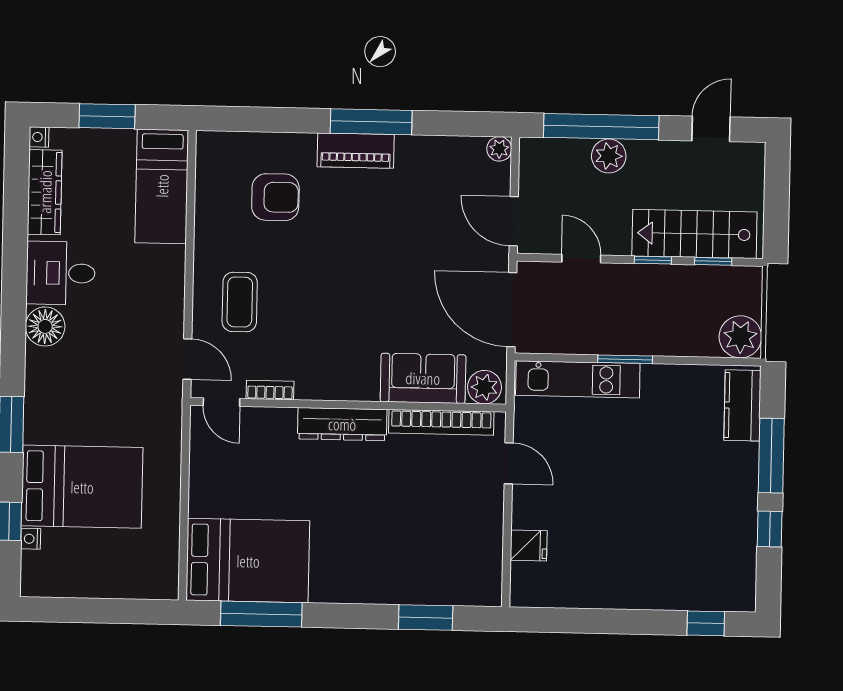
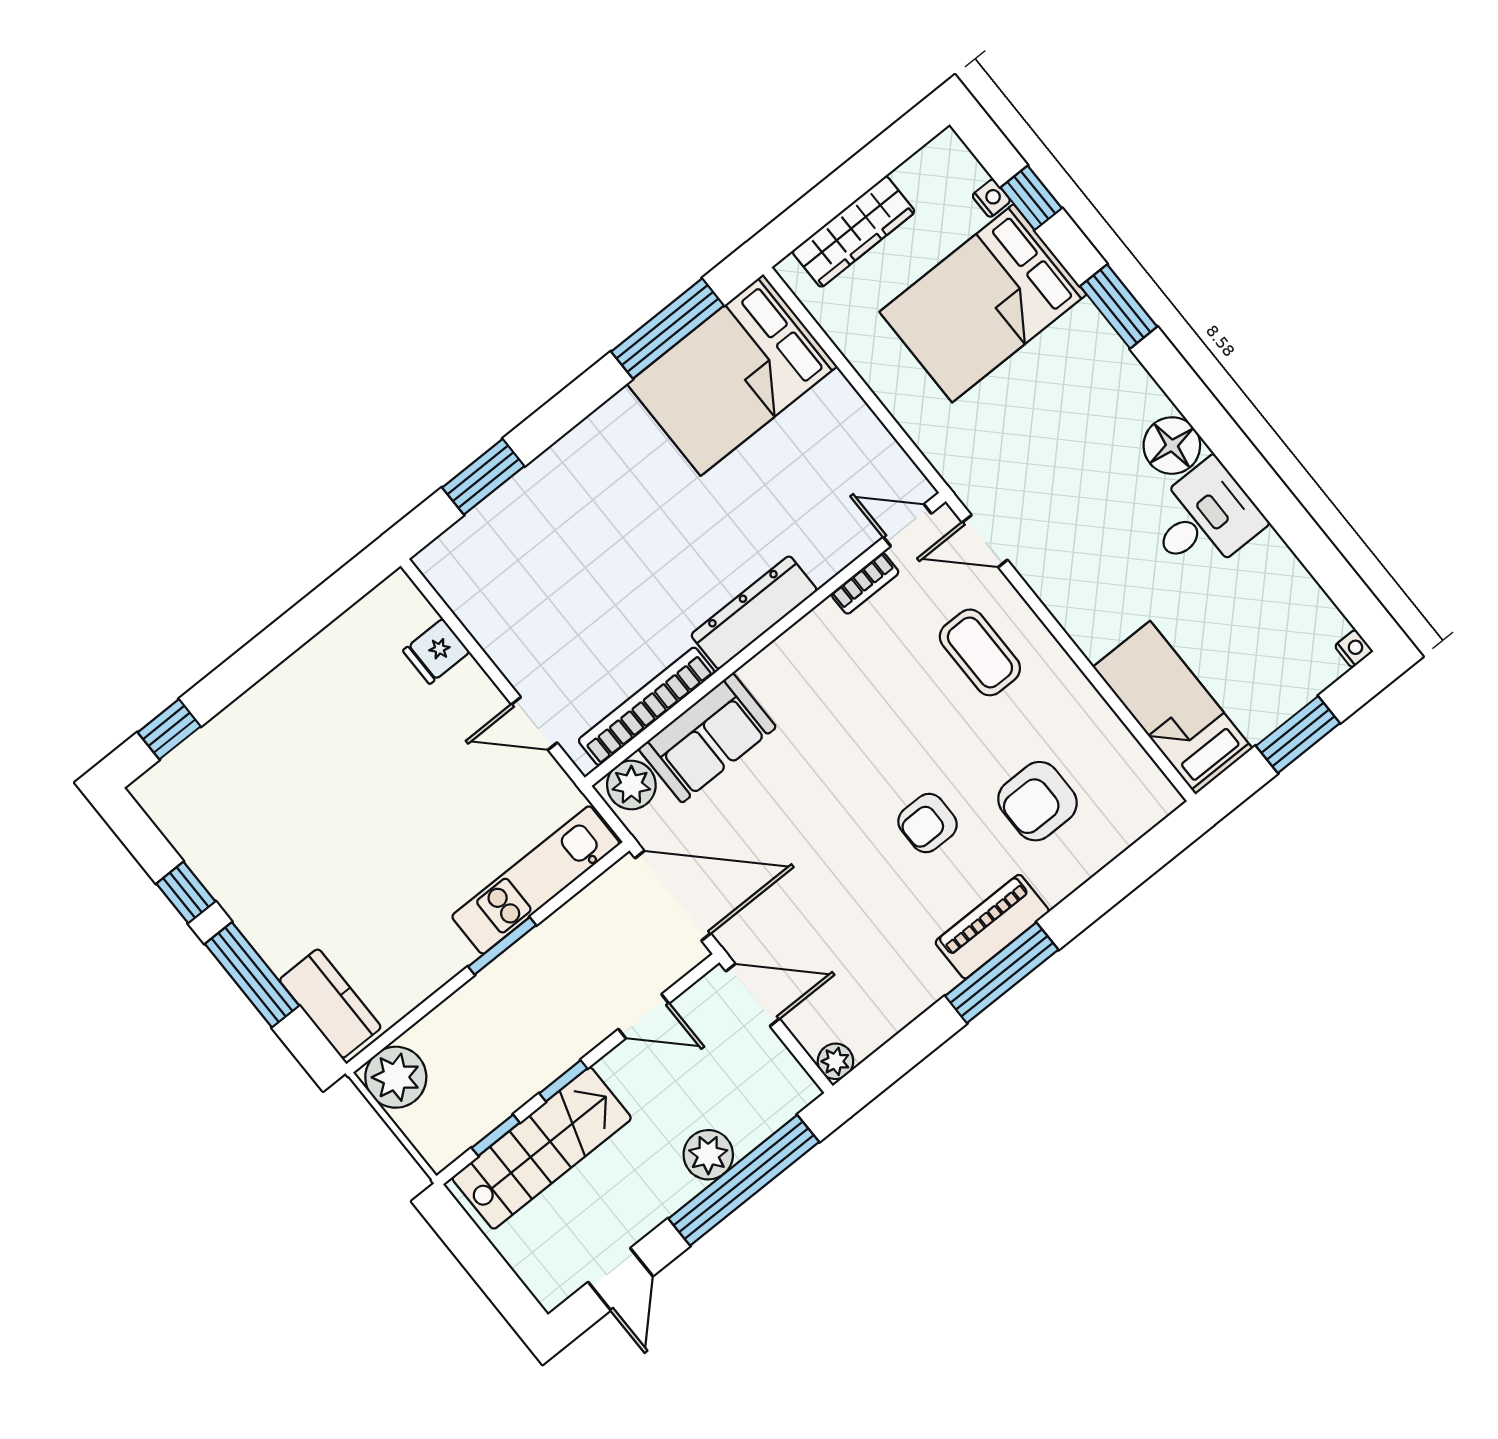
wardrobe: (45, 192) -> (854, 232), moved, turned -90
armchair: (344, 235) -> (927, 823), added

